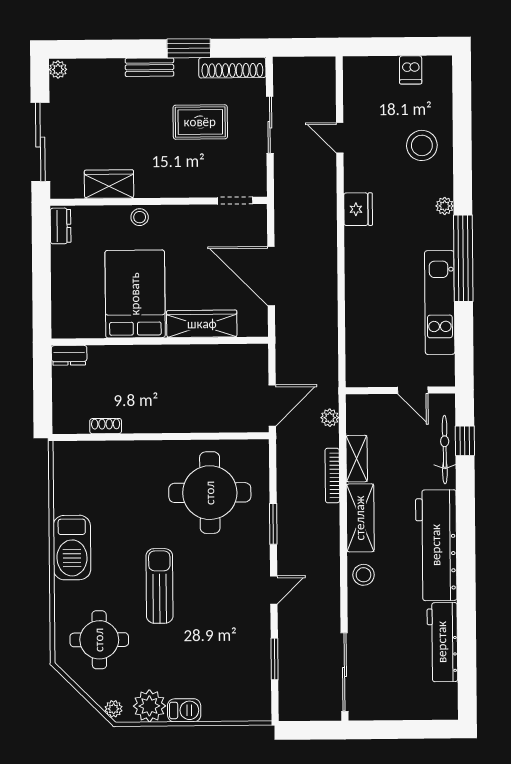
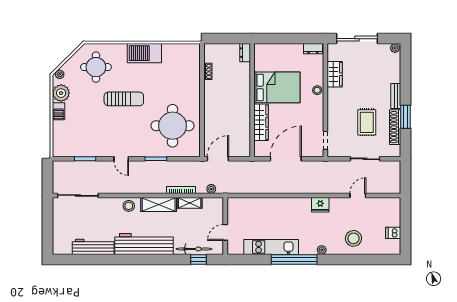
shoe rack: (232, 68) -> (395, 127), moved
door: (272, 405) -> (218, 159), swing flipped

